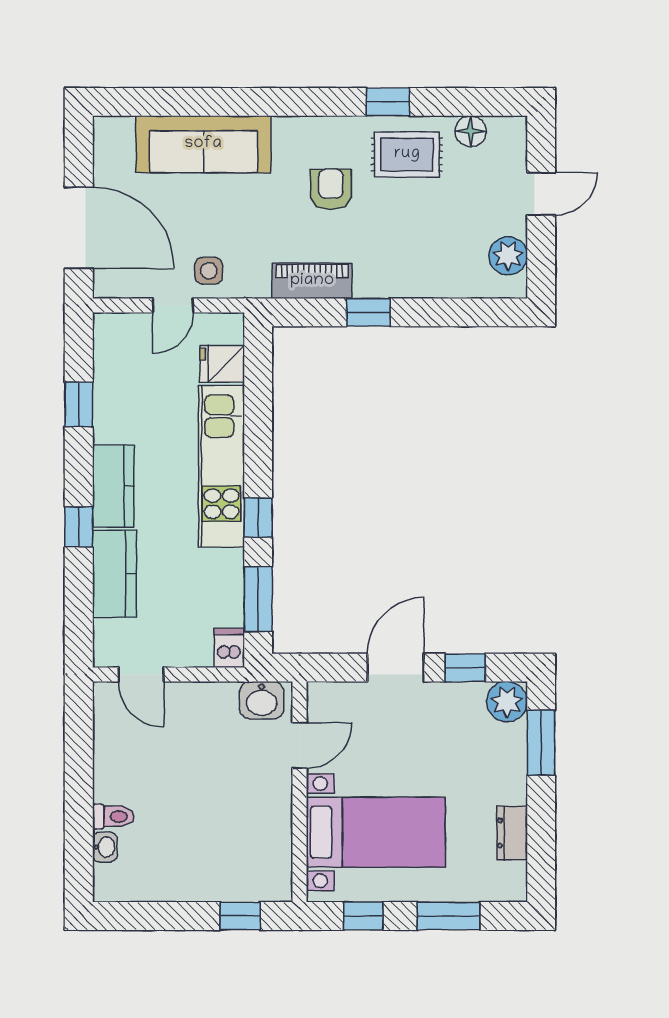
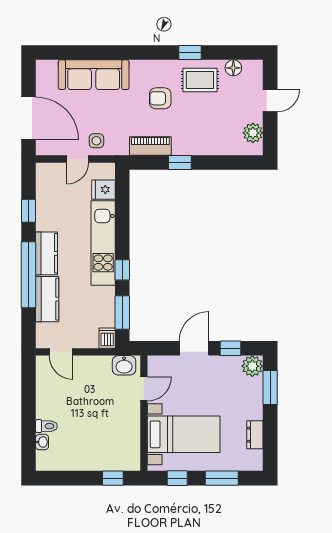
armchair: (331, 189) -> (160, 98), turned -90
window: (79, 527) -> (28, 275), width x3.17

